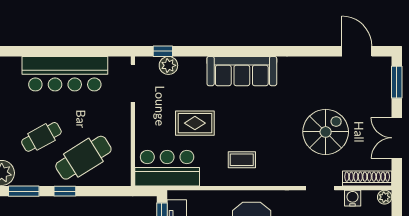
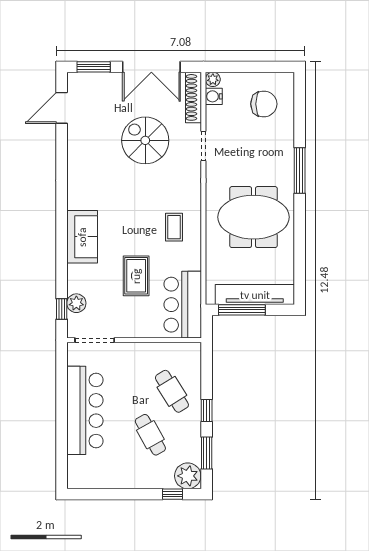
sofa: (242, 71) -> (82, 237), width x0.73
double door: (397, 138) -> (151, 67), width x1.37
cafe table: (83, 158) -> (172, 391), width x0.73, depth x0.74
water cooler: (353, 198) -> (214, 96), moved

